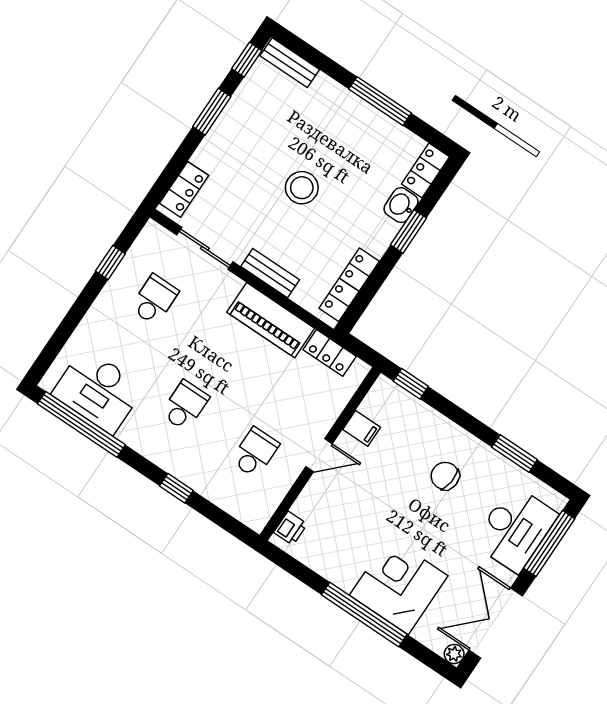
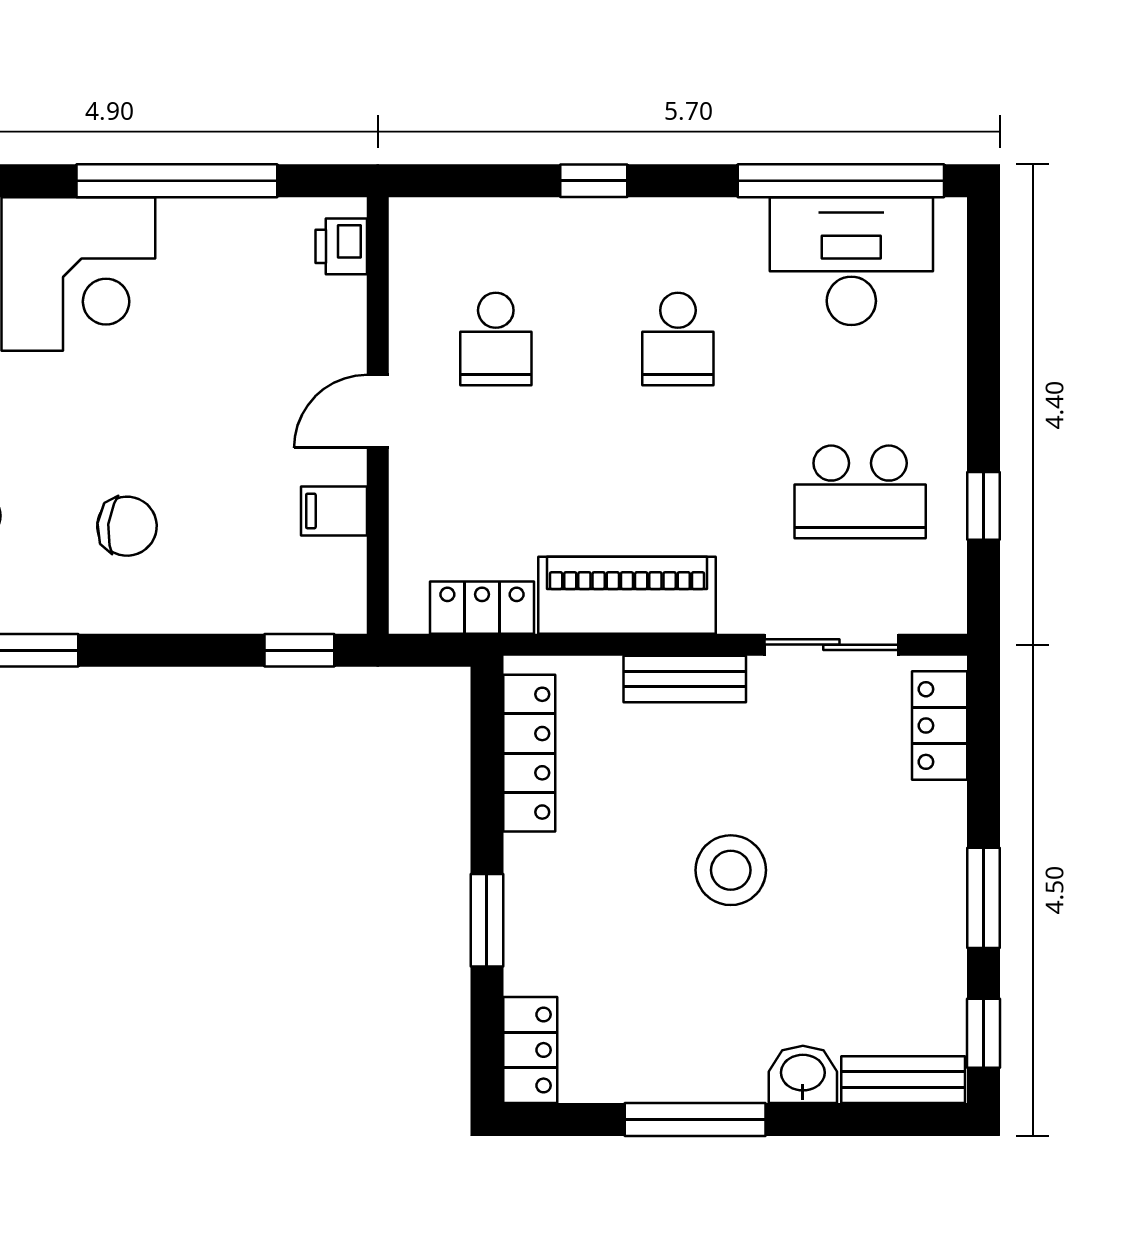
washbasin: (401, 205) -> (803, 1074), moved, turned -90
school desk: (154, 300) -> (860, 492), width x1.85
window: (364, 614) -> (177, 181), moved

